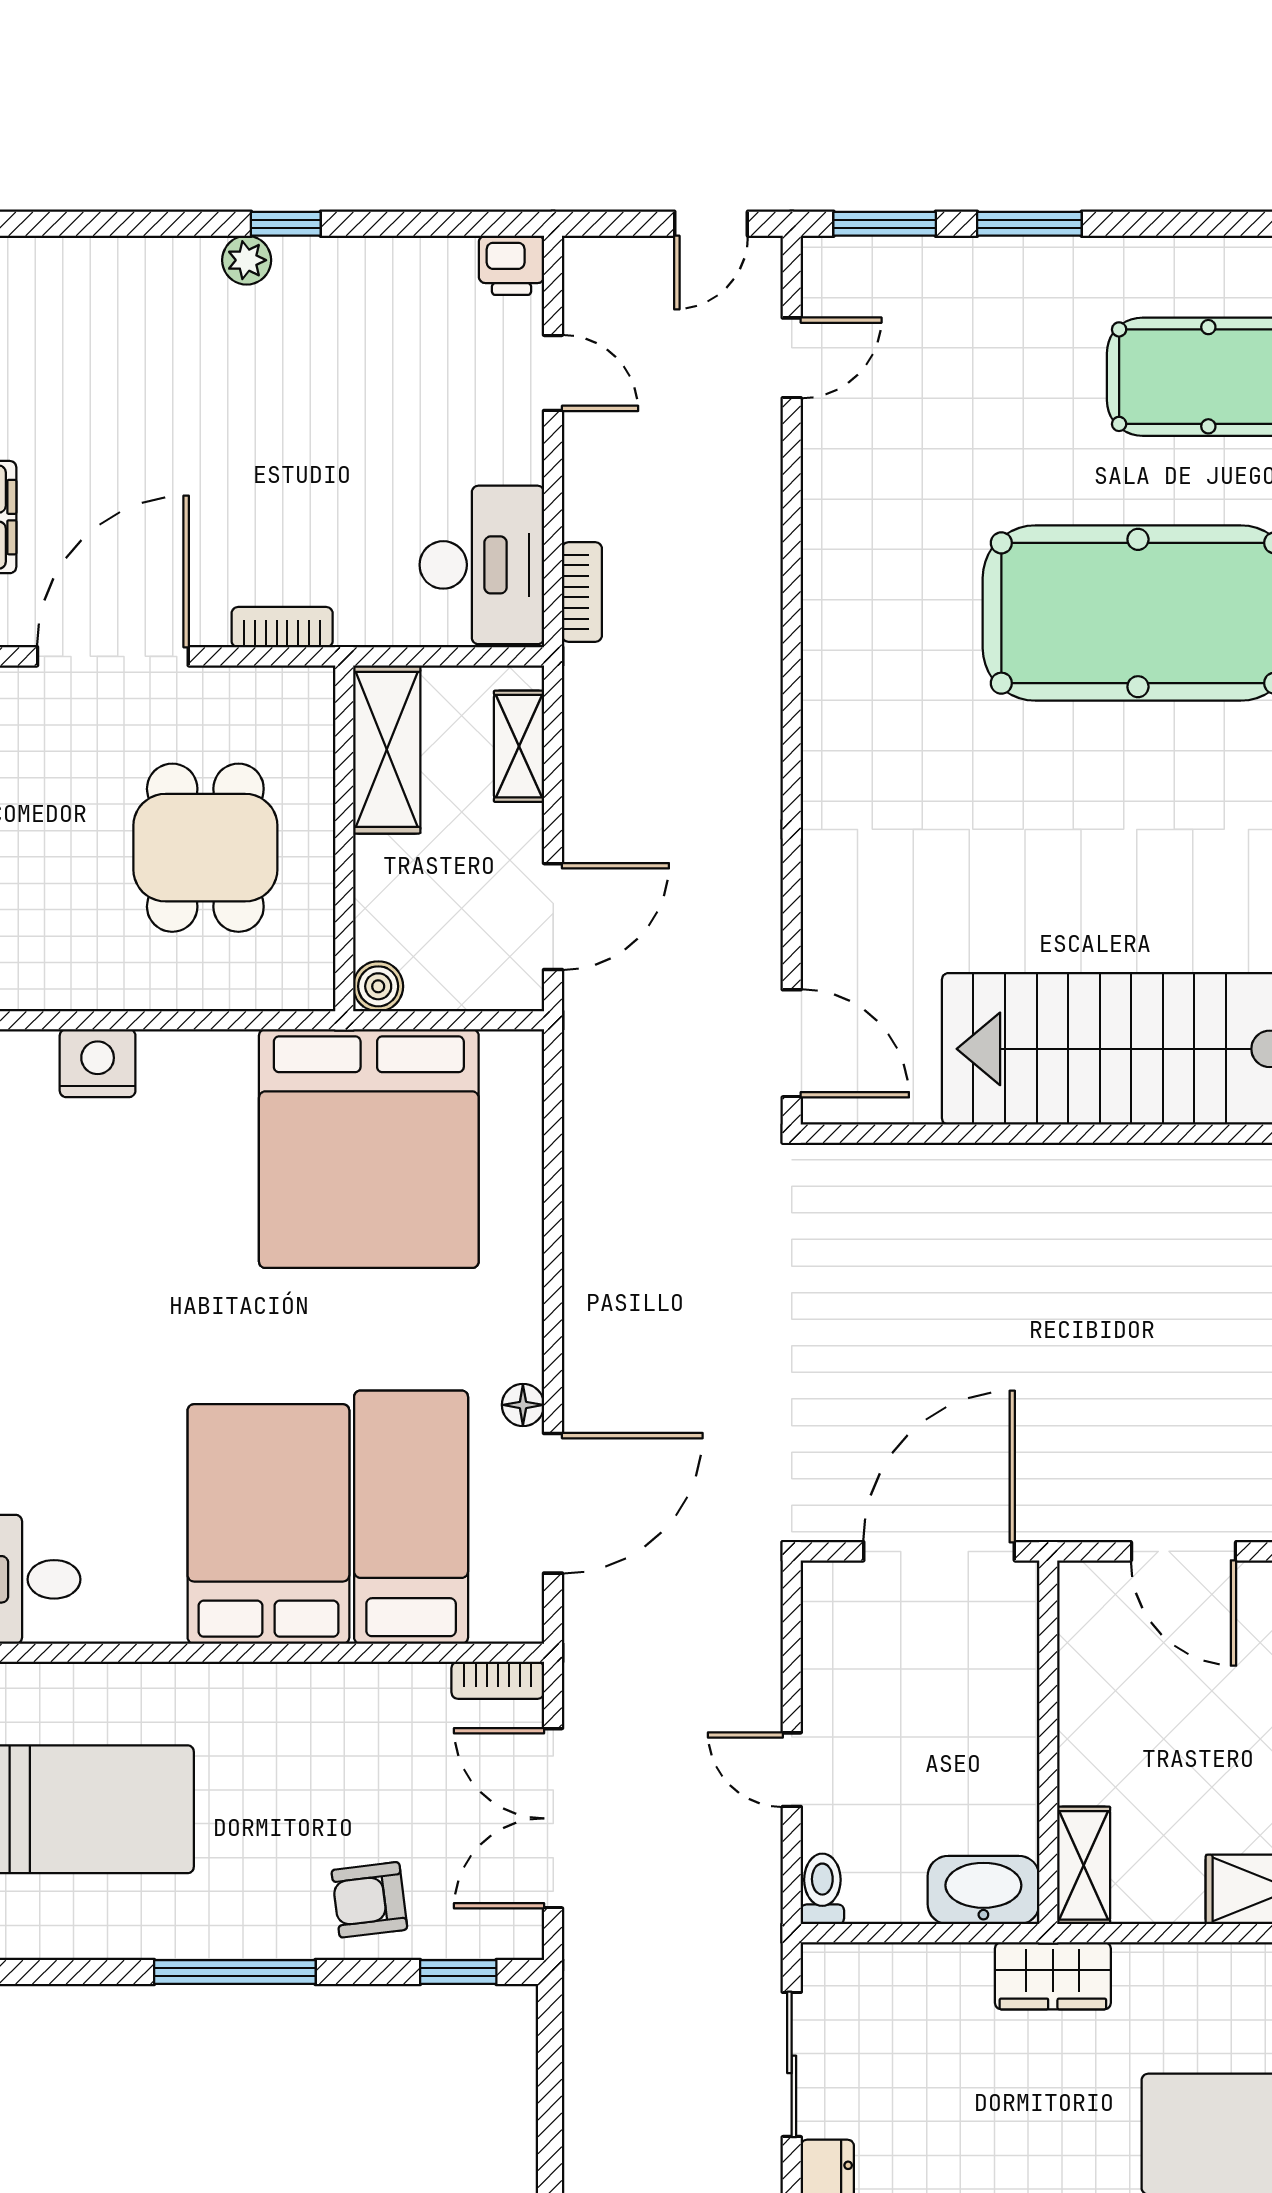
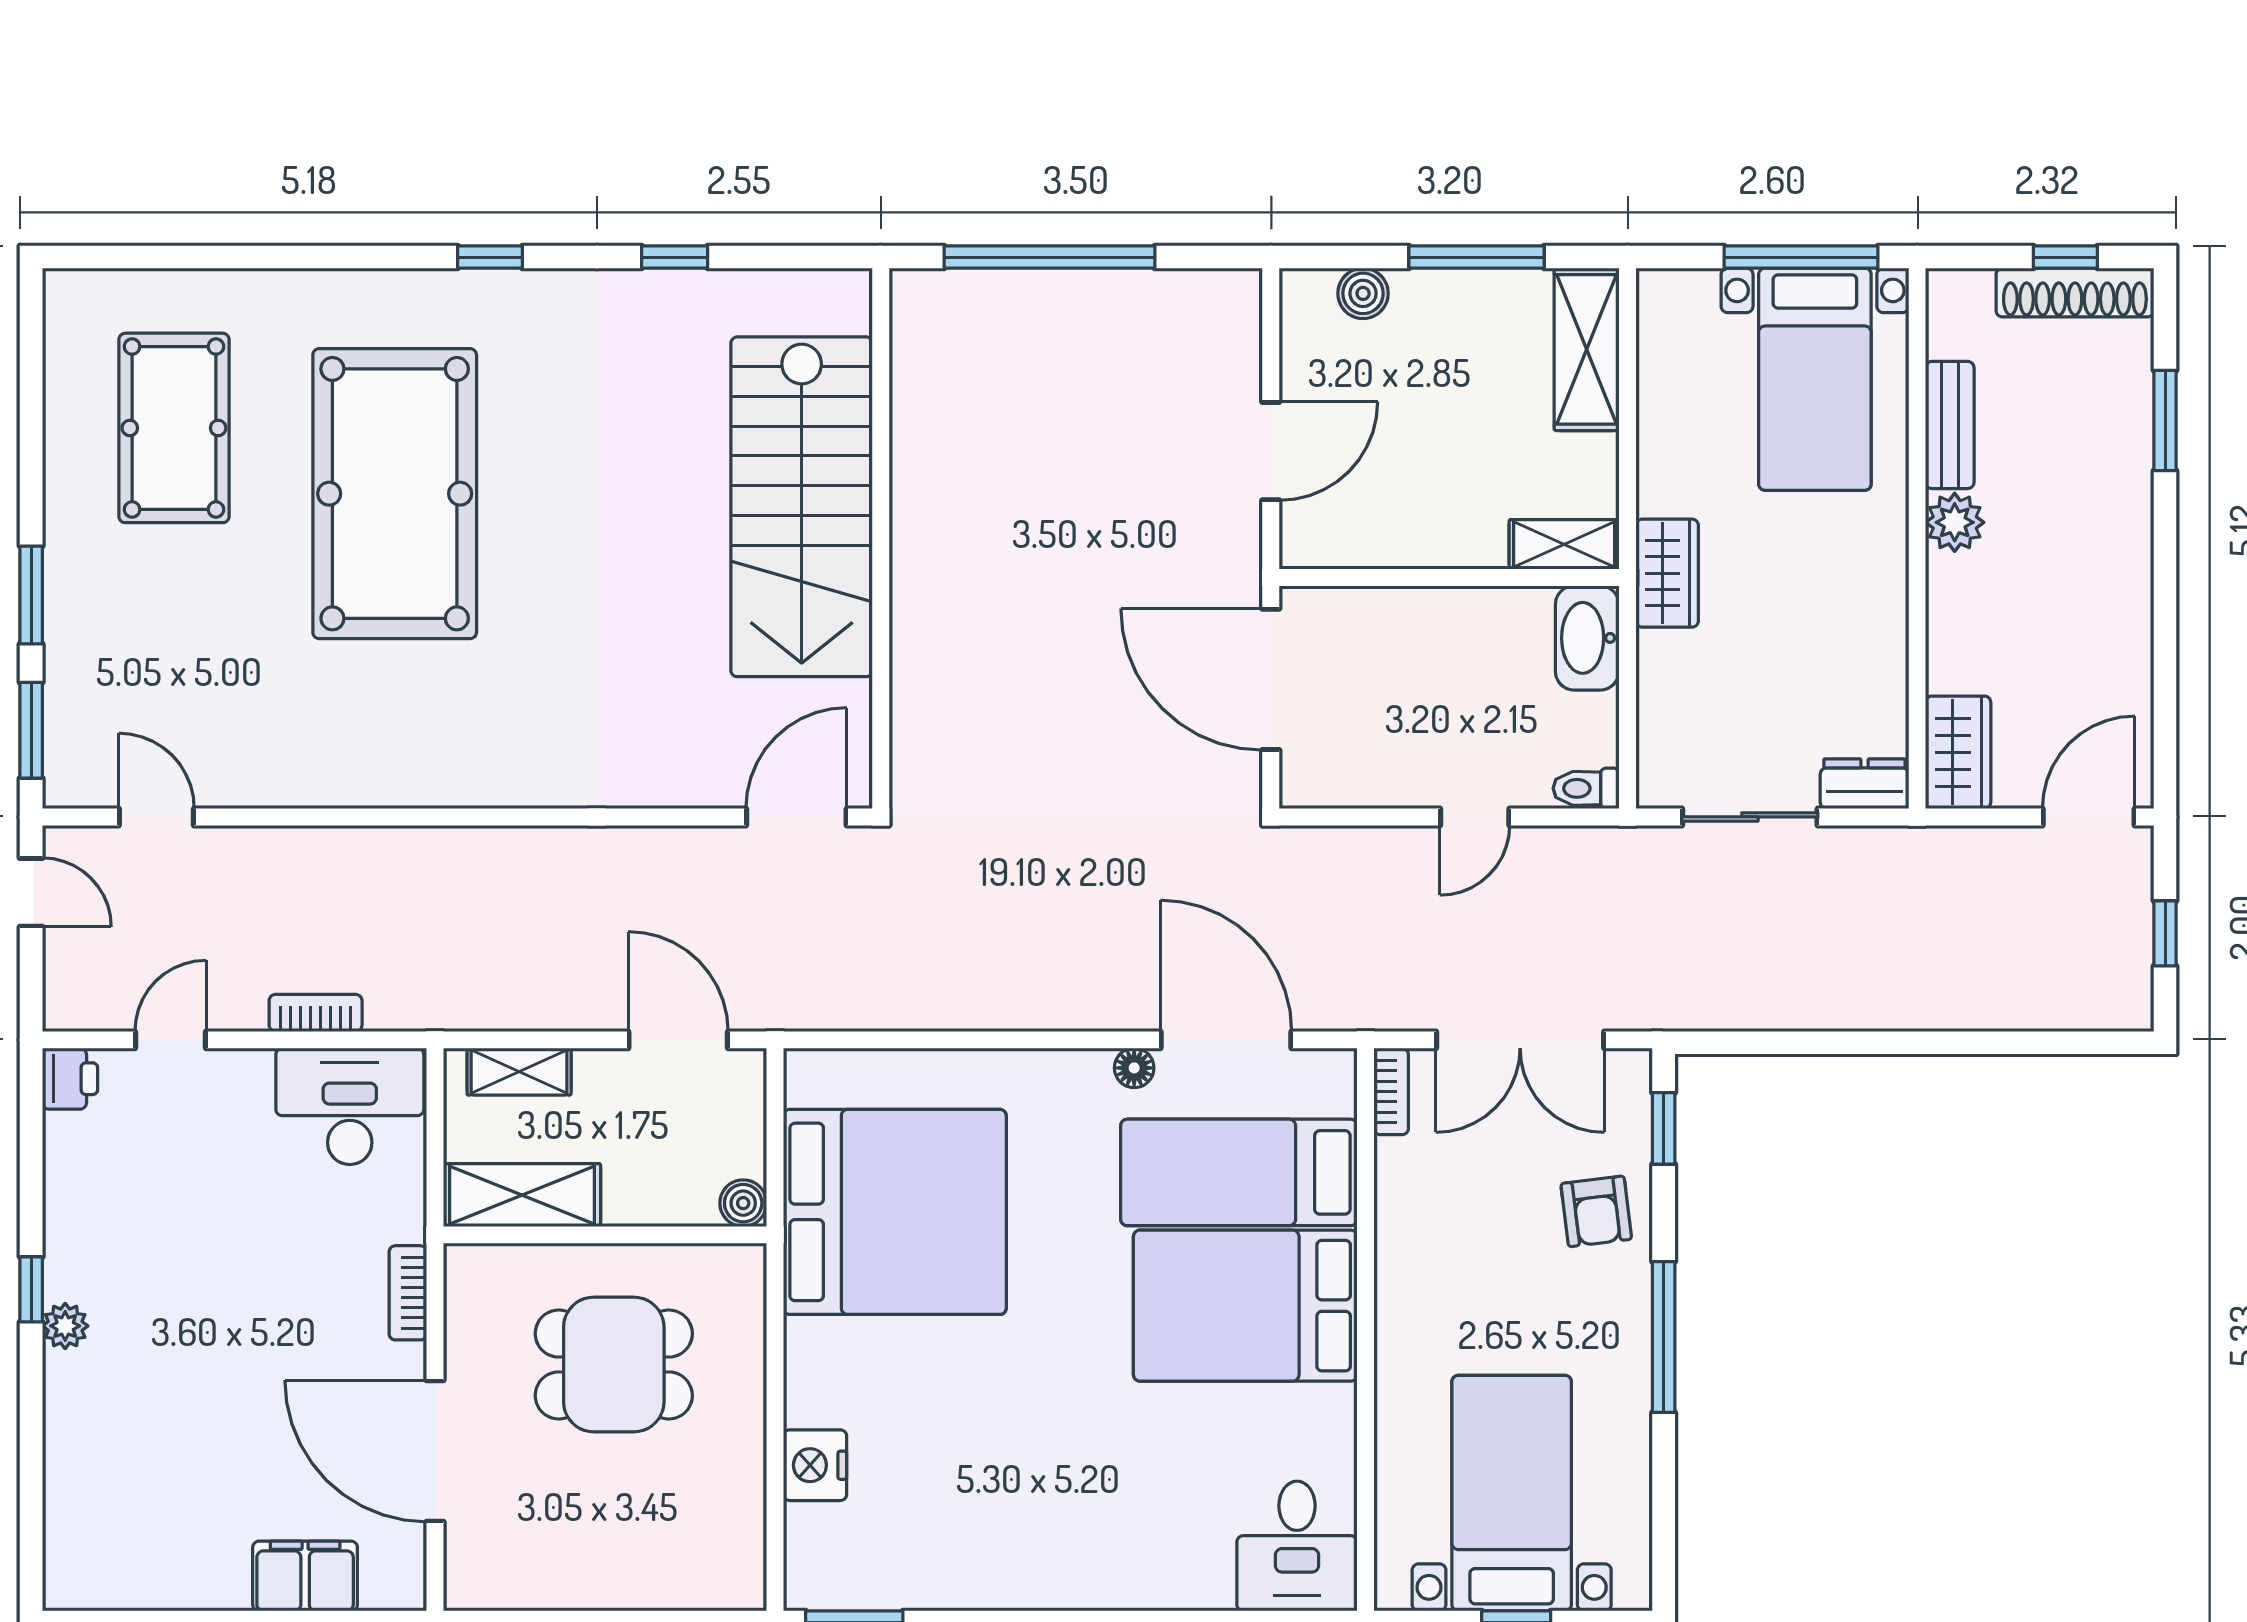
bookcase: (582, 592) -> (316, 1013), moved

